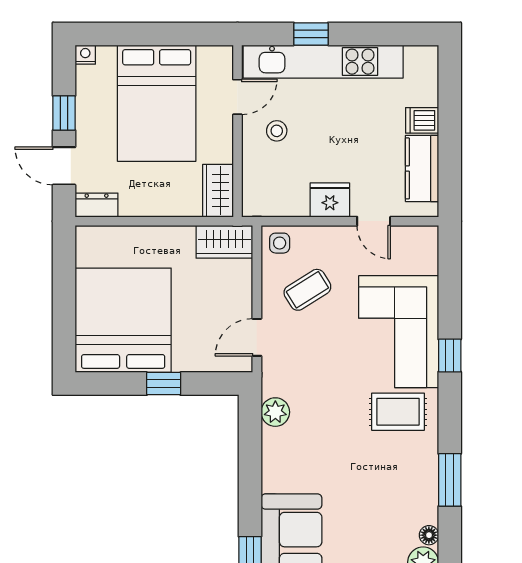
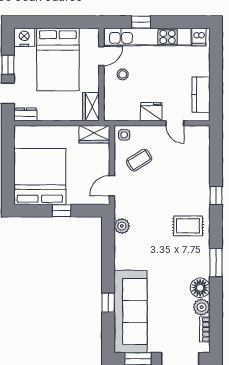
nightstand: (85, 55) -> (24, 37), width x1.89, depth x1.79
dishwasher: (422, 120) -> (199, 37), moved, turned -90
corner sofa: (399, 332) -> (188, 183), removed
floor lamp: (429, 535) -> (200, 288), width x1.89, depth x1.89

